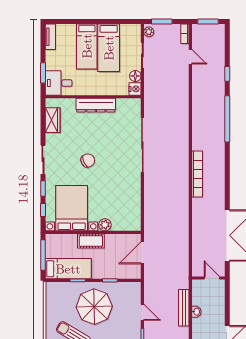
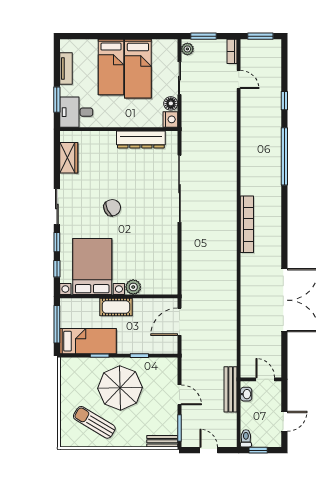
tv unit: (50, 37) -> (66, 68), moved
dresser: (96, 105) -> (141, 139), moved
wall: (208, 278) -> (261, 379), moved
door: (212, 278) -> (265, 379), moved

